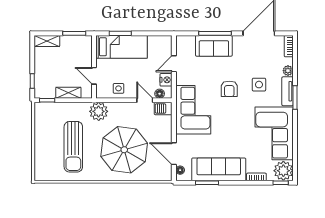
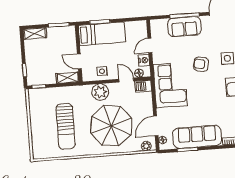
armchair: (229, 89) -> (201, 64), turned 101
shelving: (68, 93) -> (68, 78), moved
plant: (99, 111) -> (100, 92), moved
door: (174, 154) -> (156, 126), hinge flipped
plant: (161, 175) -> (146, 146), added

